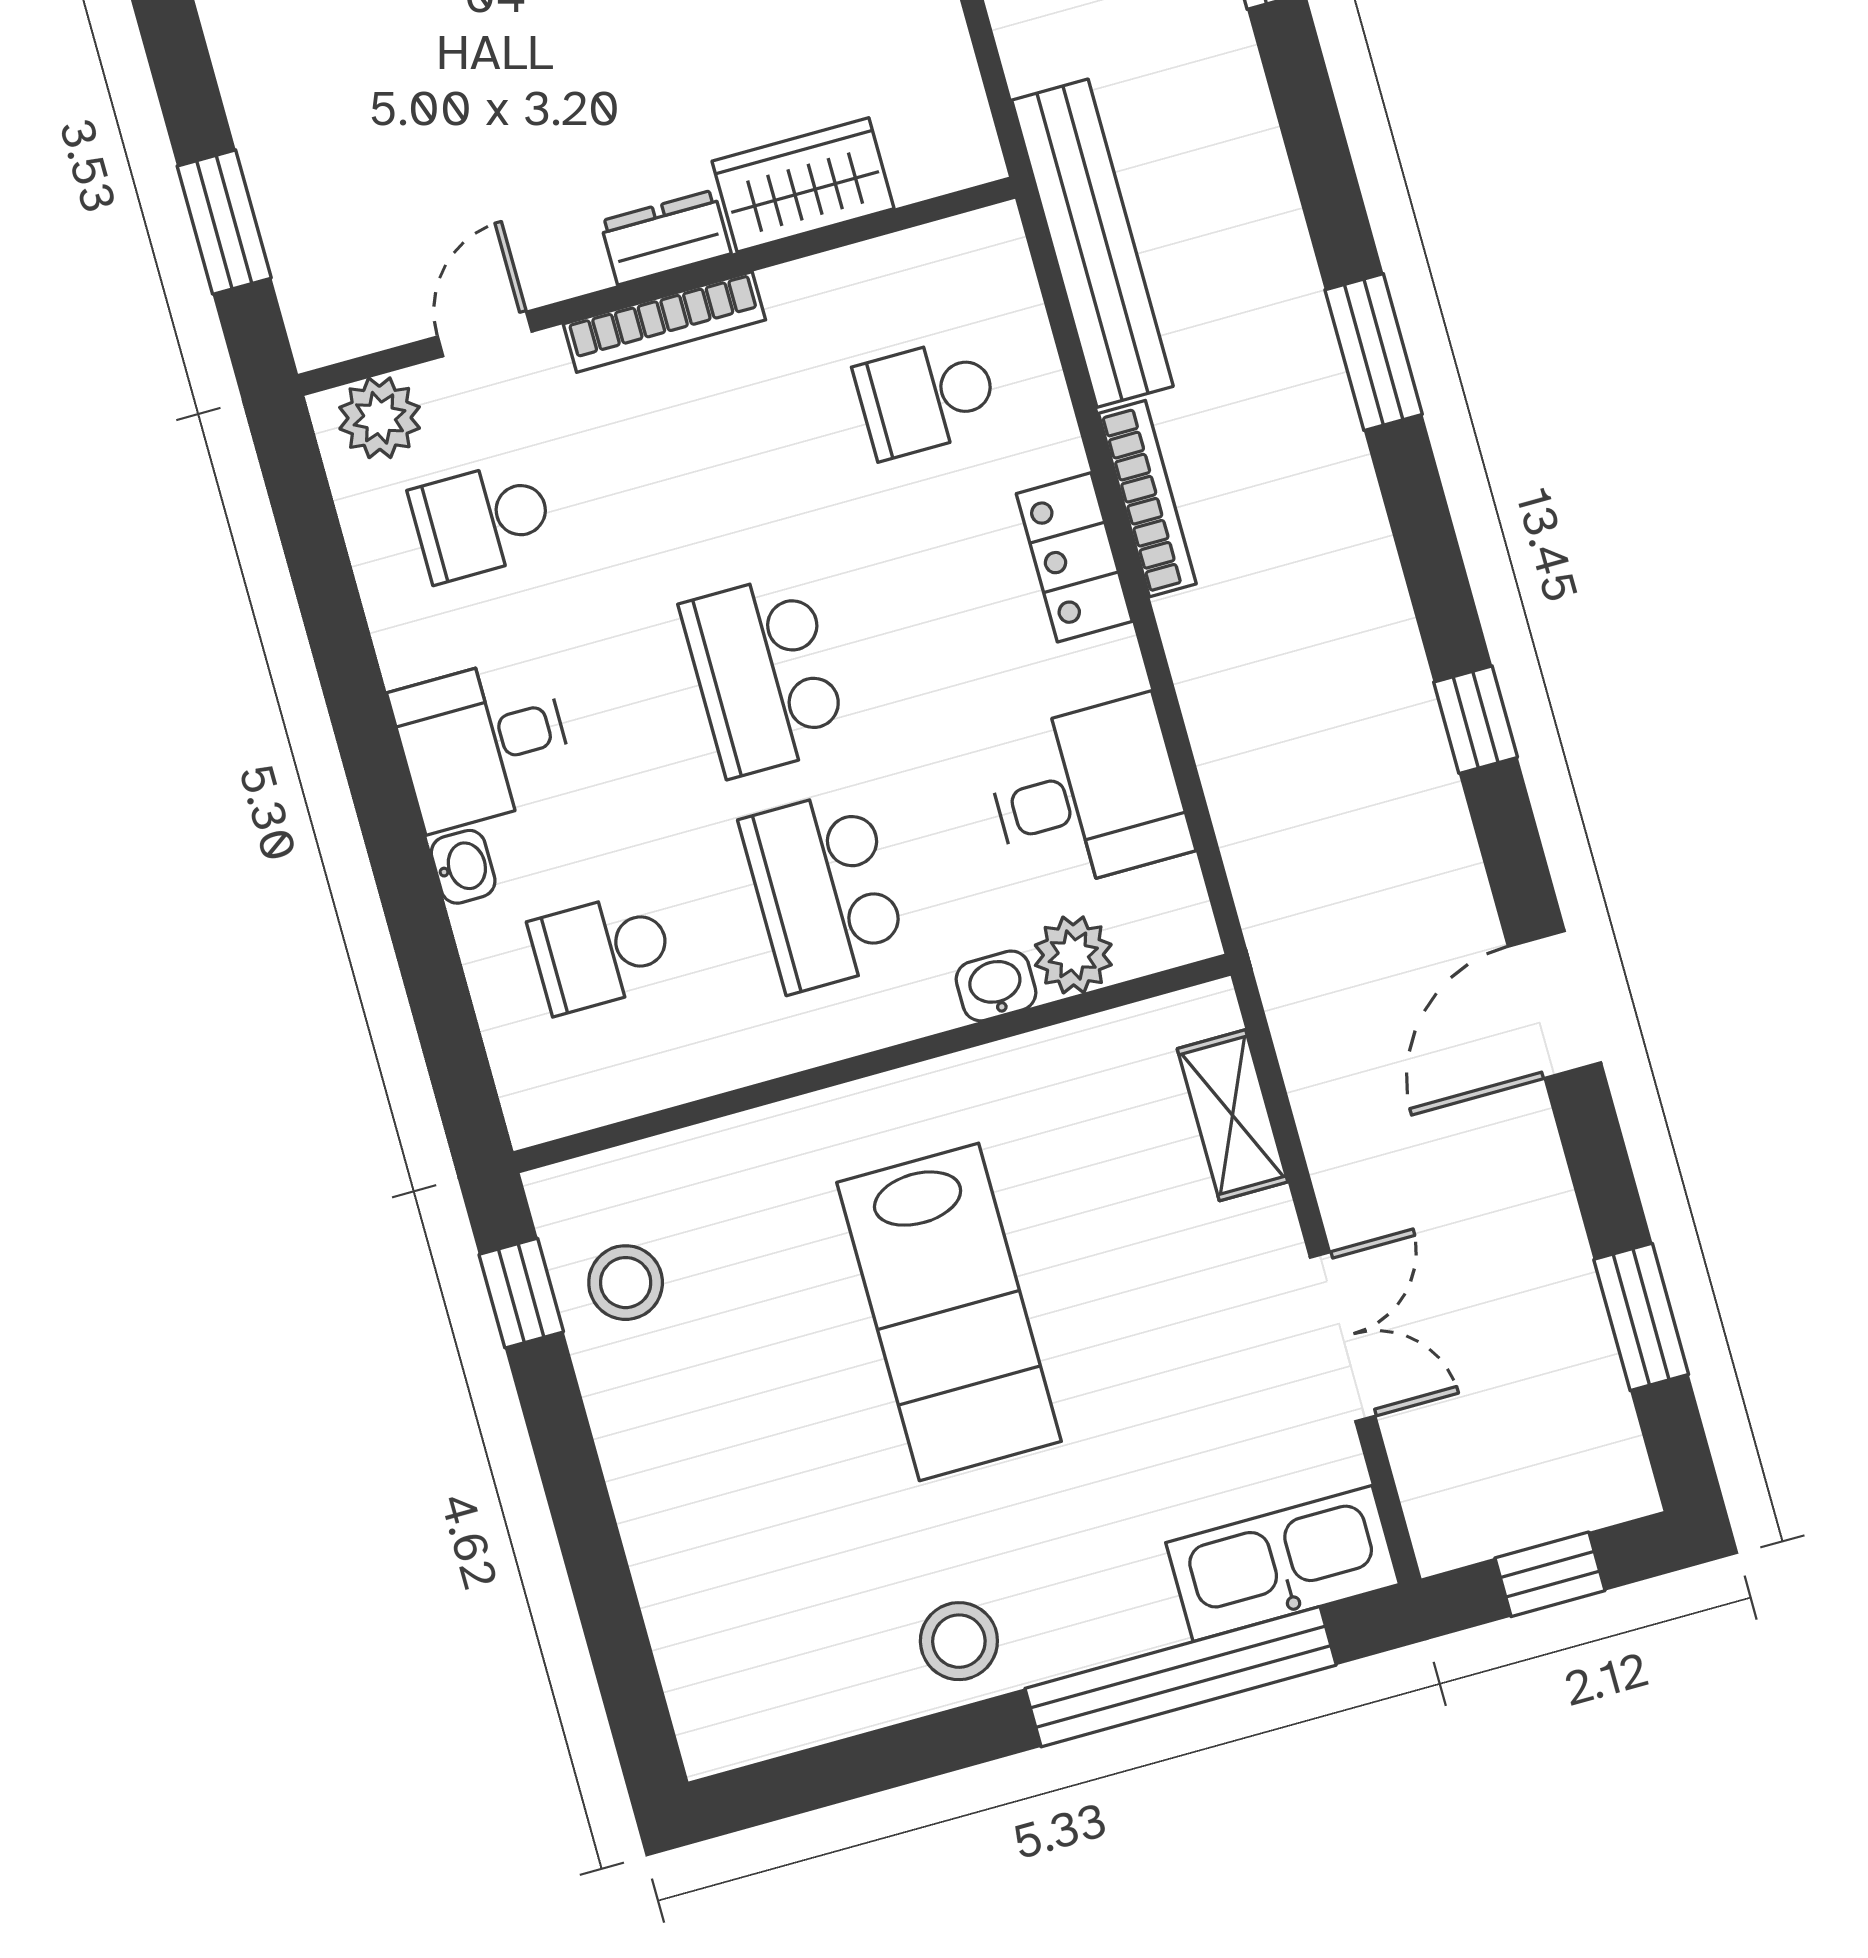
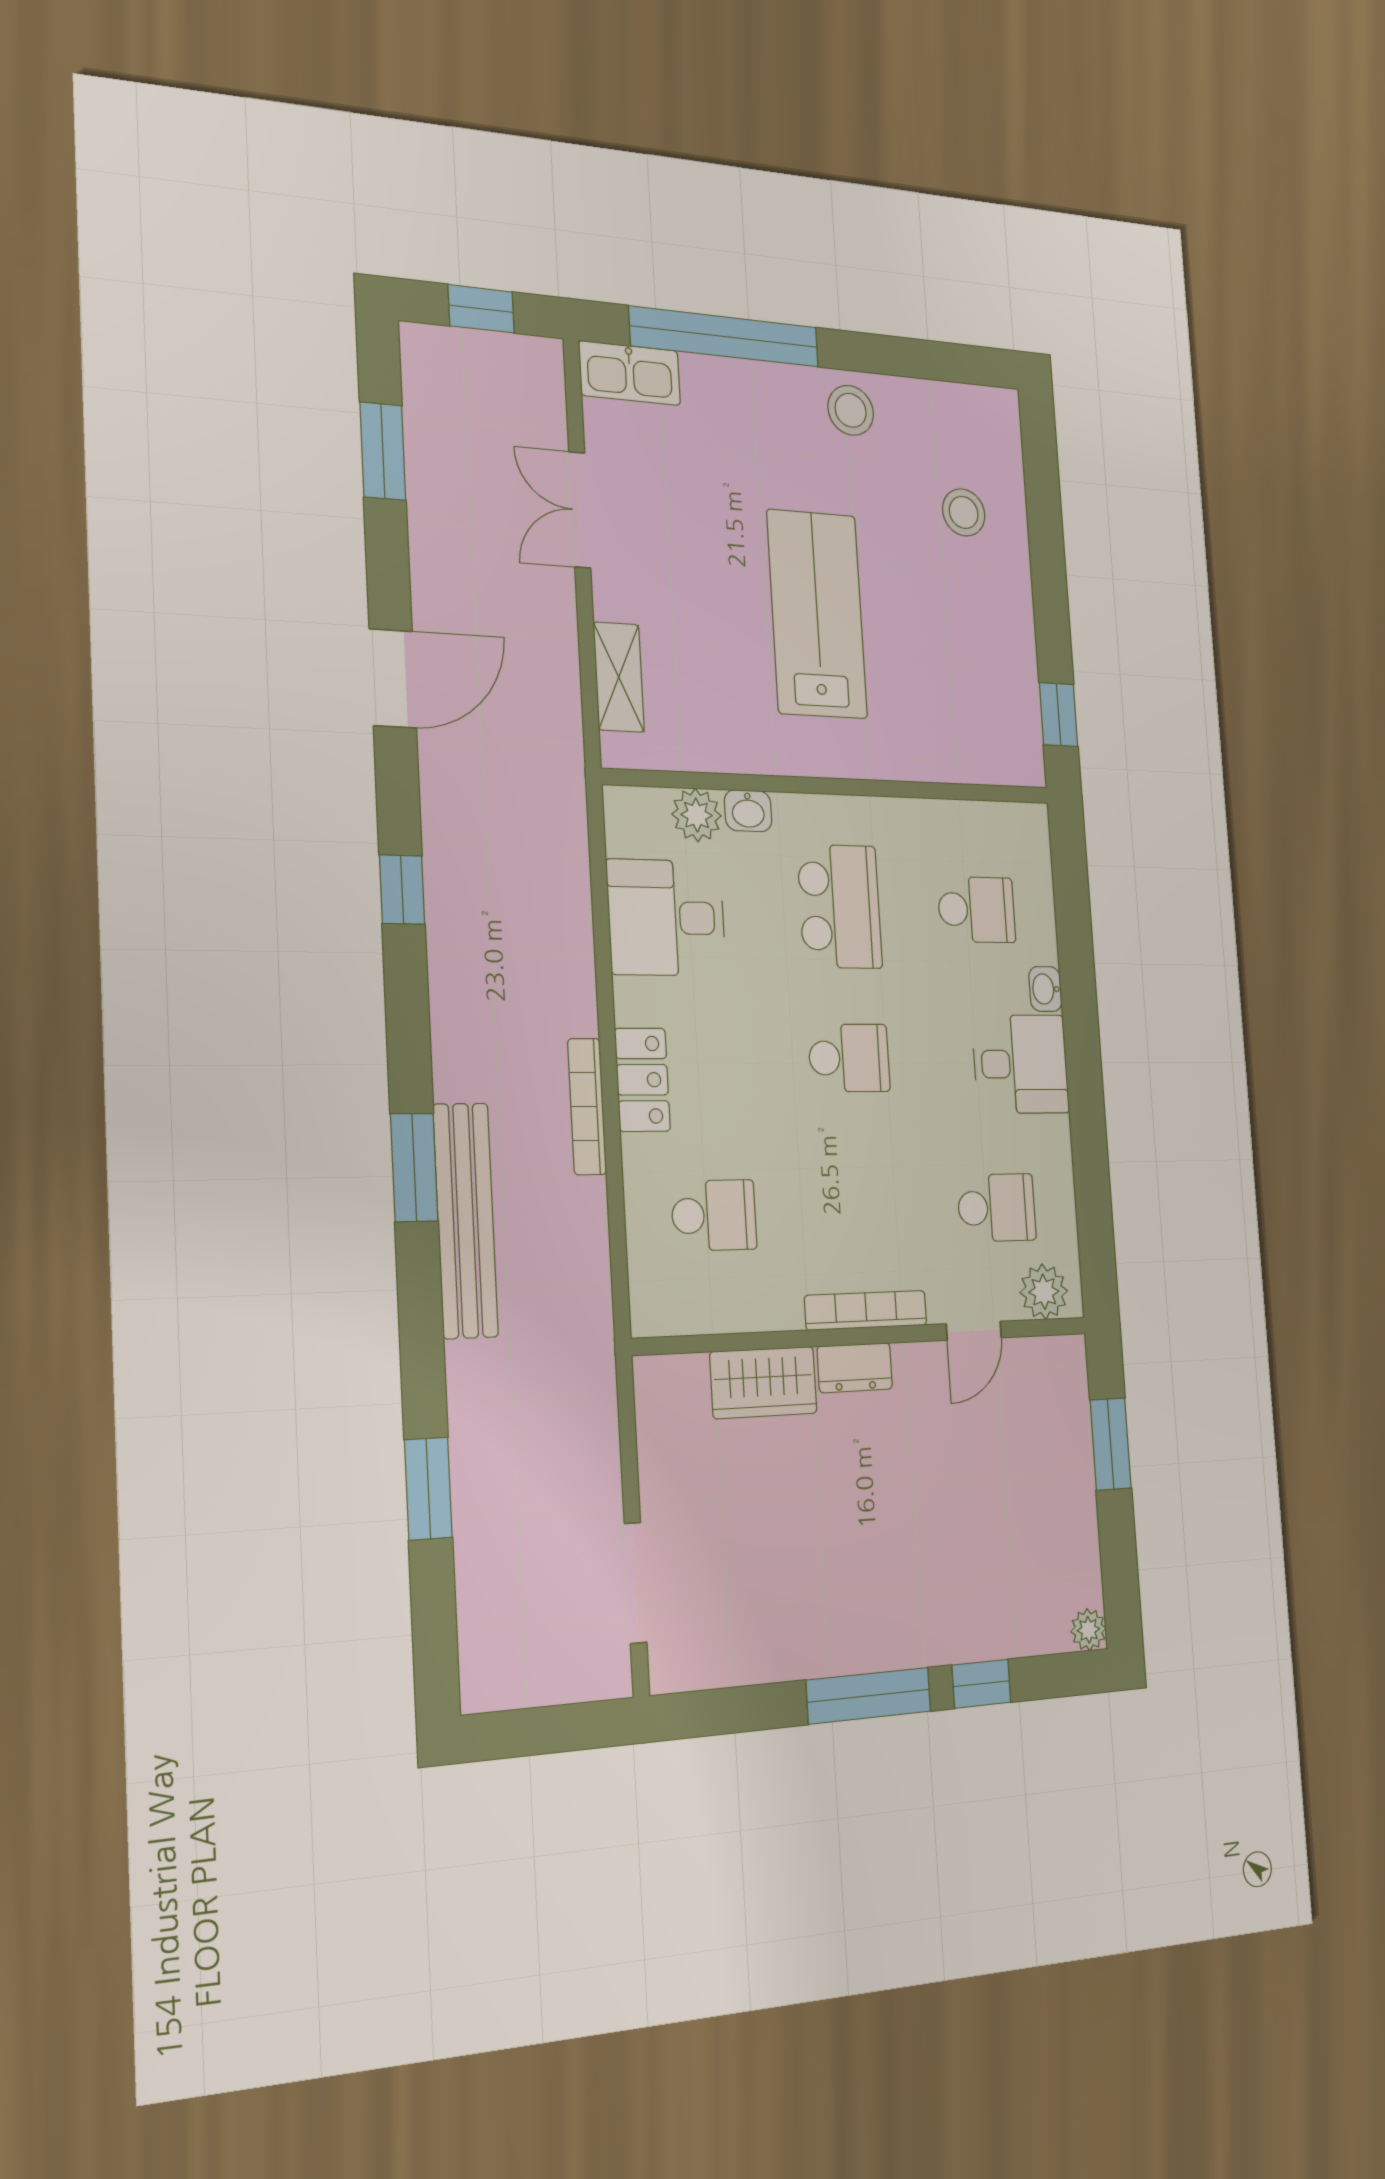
bench: (1092, 243) -> (466, 1220), moved
school desk: (764, 675) -> (849, 1058), width x0.54
stool: (626, 1283) -> (964, 512), moved
kitchen sink: (1283, 1563) -> (630, 373), width x0.73, depth x0.81

